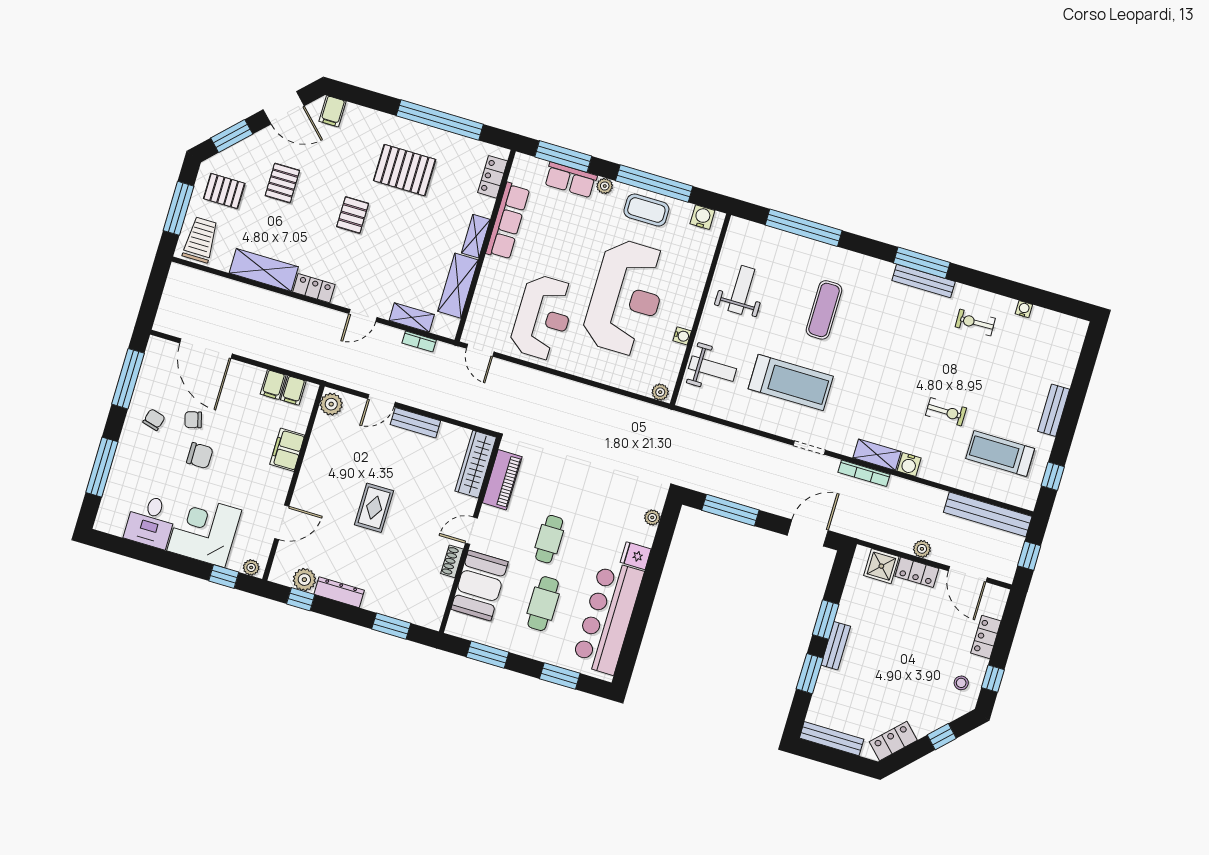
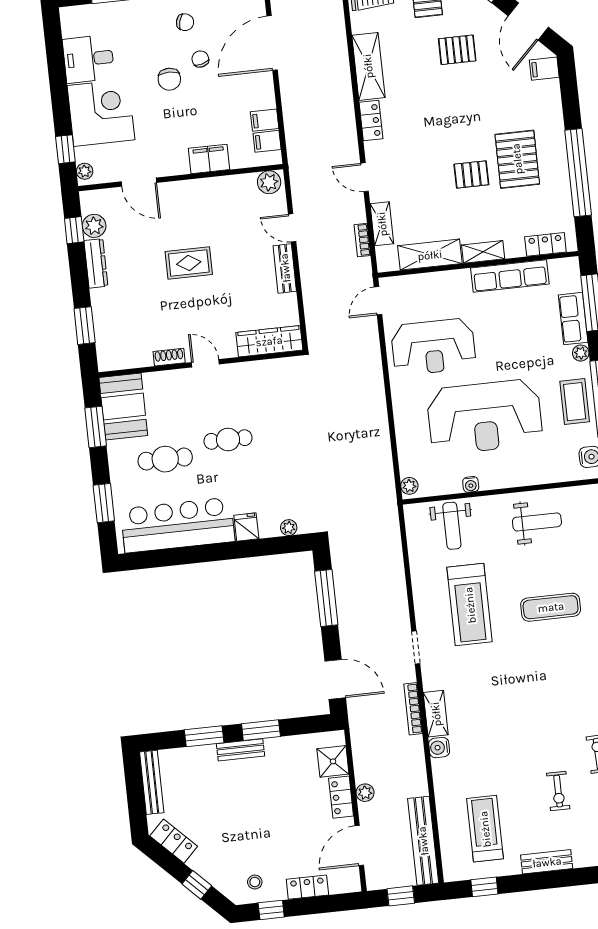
pallet: (353, 215) -> (471, 174), moved
exercise bike: (946, 412) -> (558, 791), moved
piano: (502, 480) -> (265, 372), removed
booth: (480, 586) -> (123, 406), moved, turned 90

